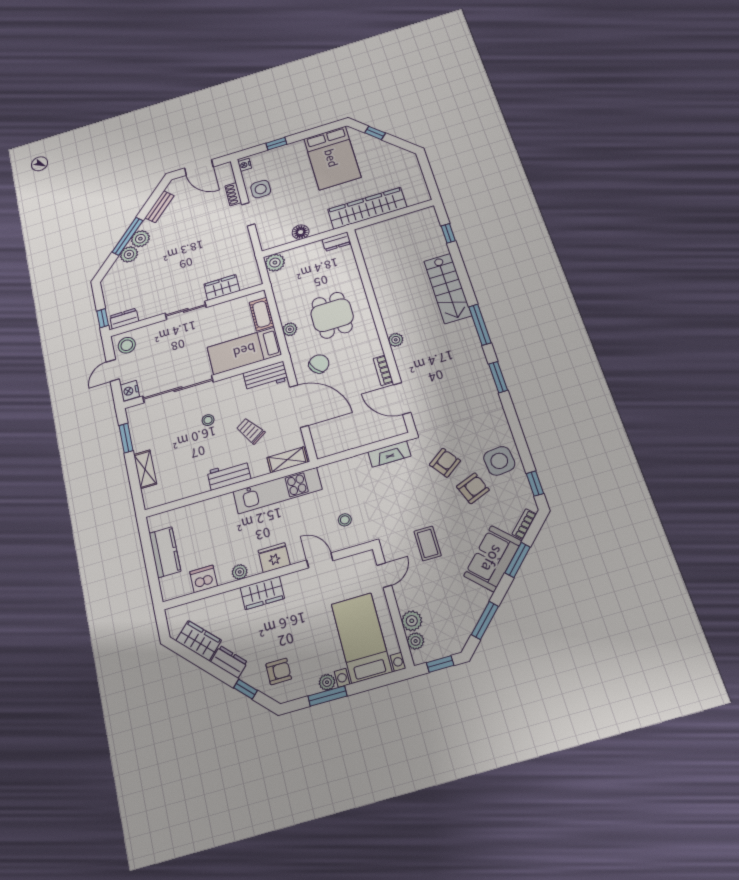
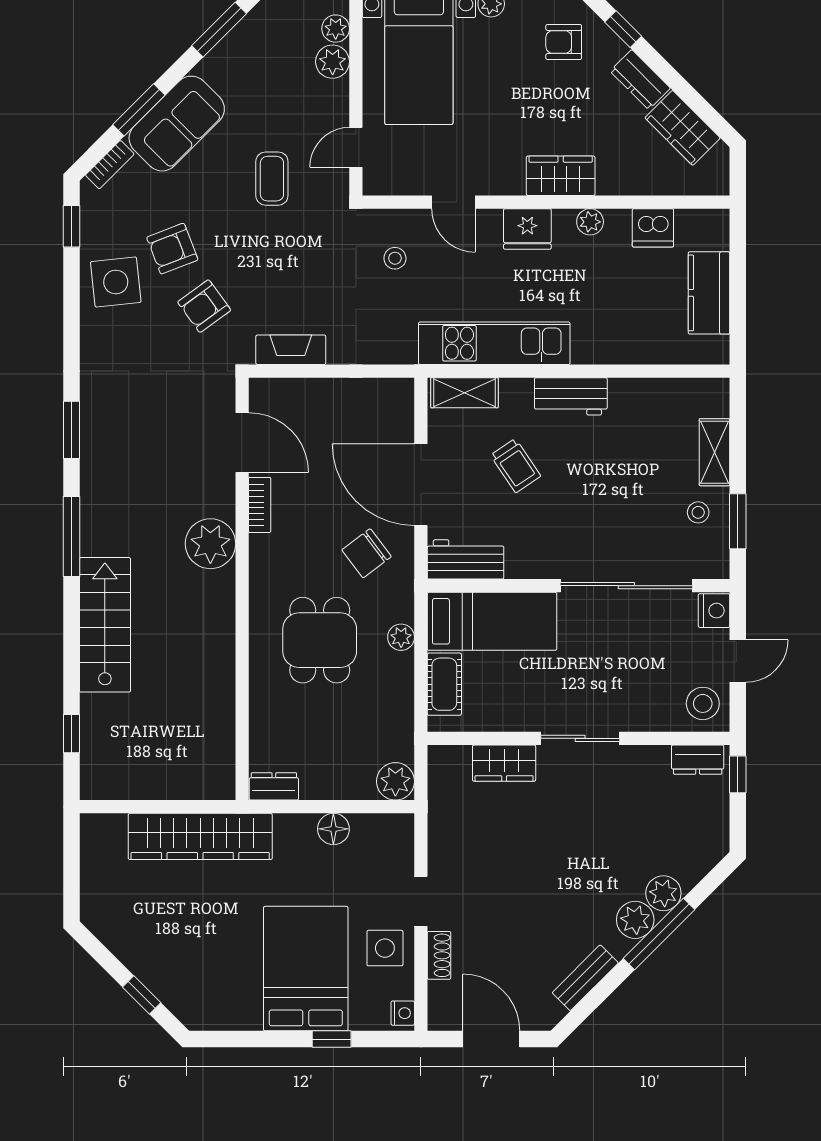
bed: (332, 158) -> (306, 969), moved
plant: (396, 340) -> (210, 544), width x1.88, depth x1.88
stool: (208, 420) -> (698, 512), moved

